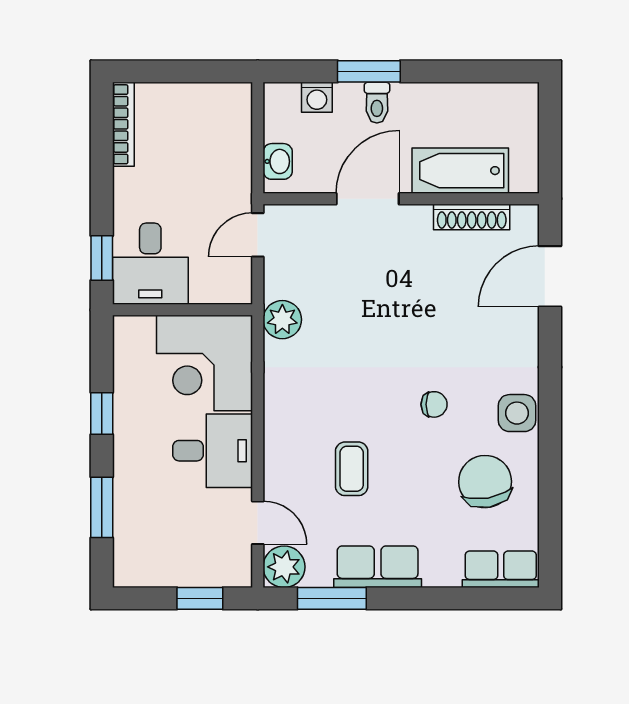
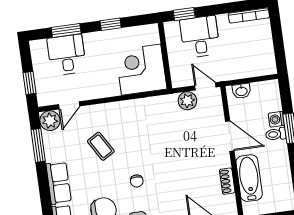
washing machine: (317, 97) -> (276, 119), moved
shoe rack: (472, 217) -> (227, 181), width x0.70
desk: (150, 264) -> (200, 37), moved, turned 90
plant: (282, 320) -> (187, 101), moved
desk: (213, 451) -> (67, 55), moved, turned 180
coffee table: (352, 469) -> (101, 146), turned 59
row of seats: (378, 567) -> (59, 183), moved

